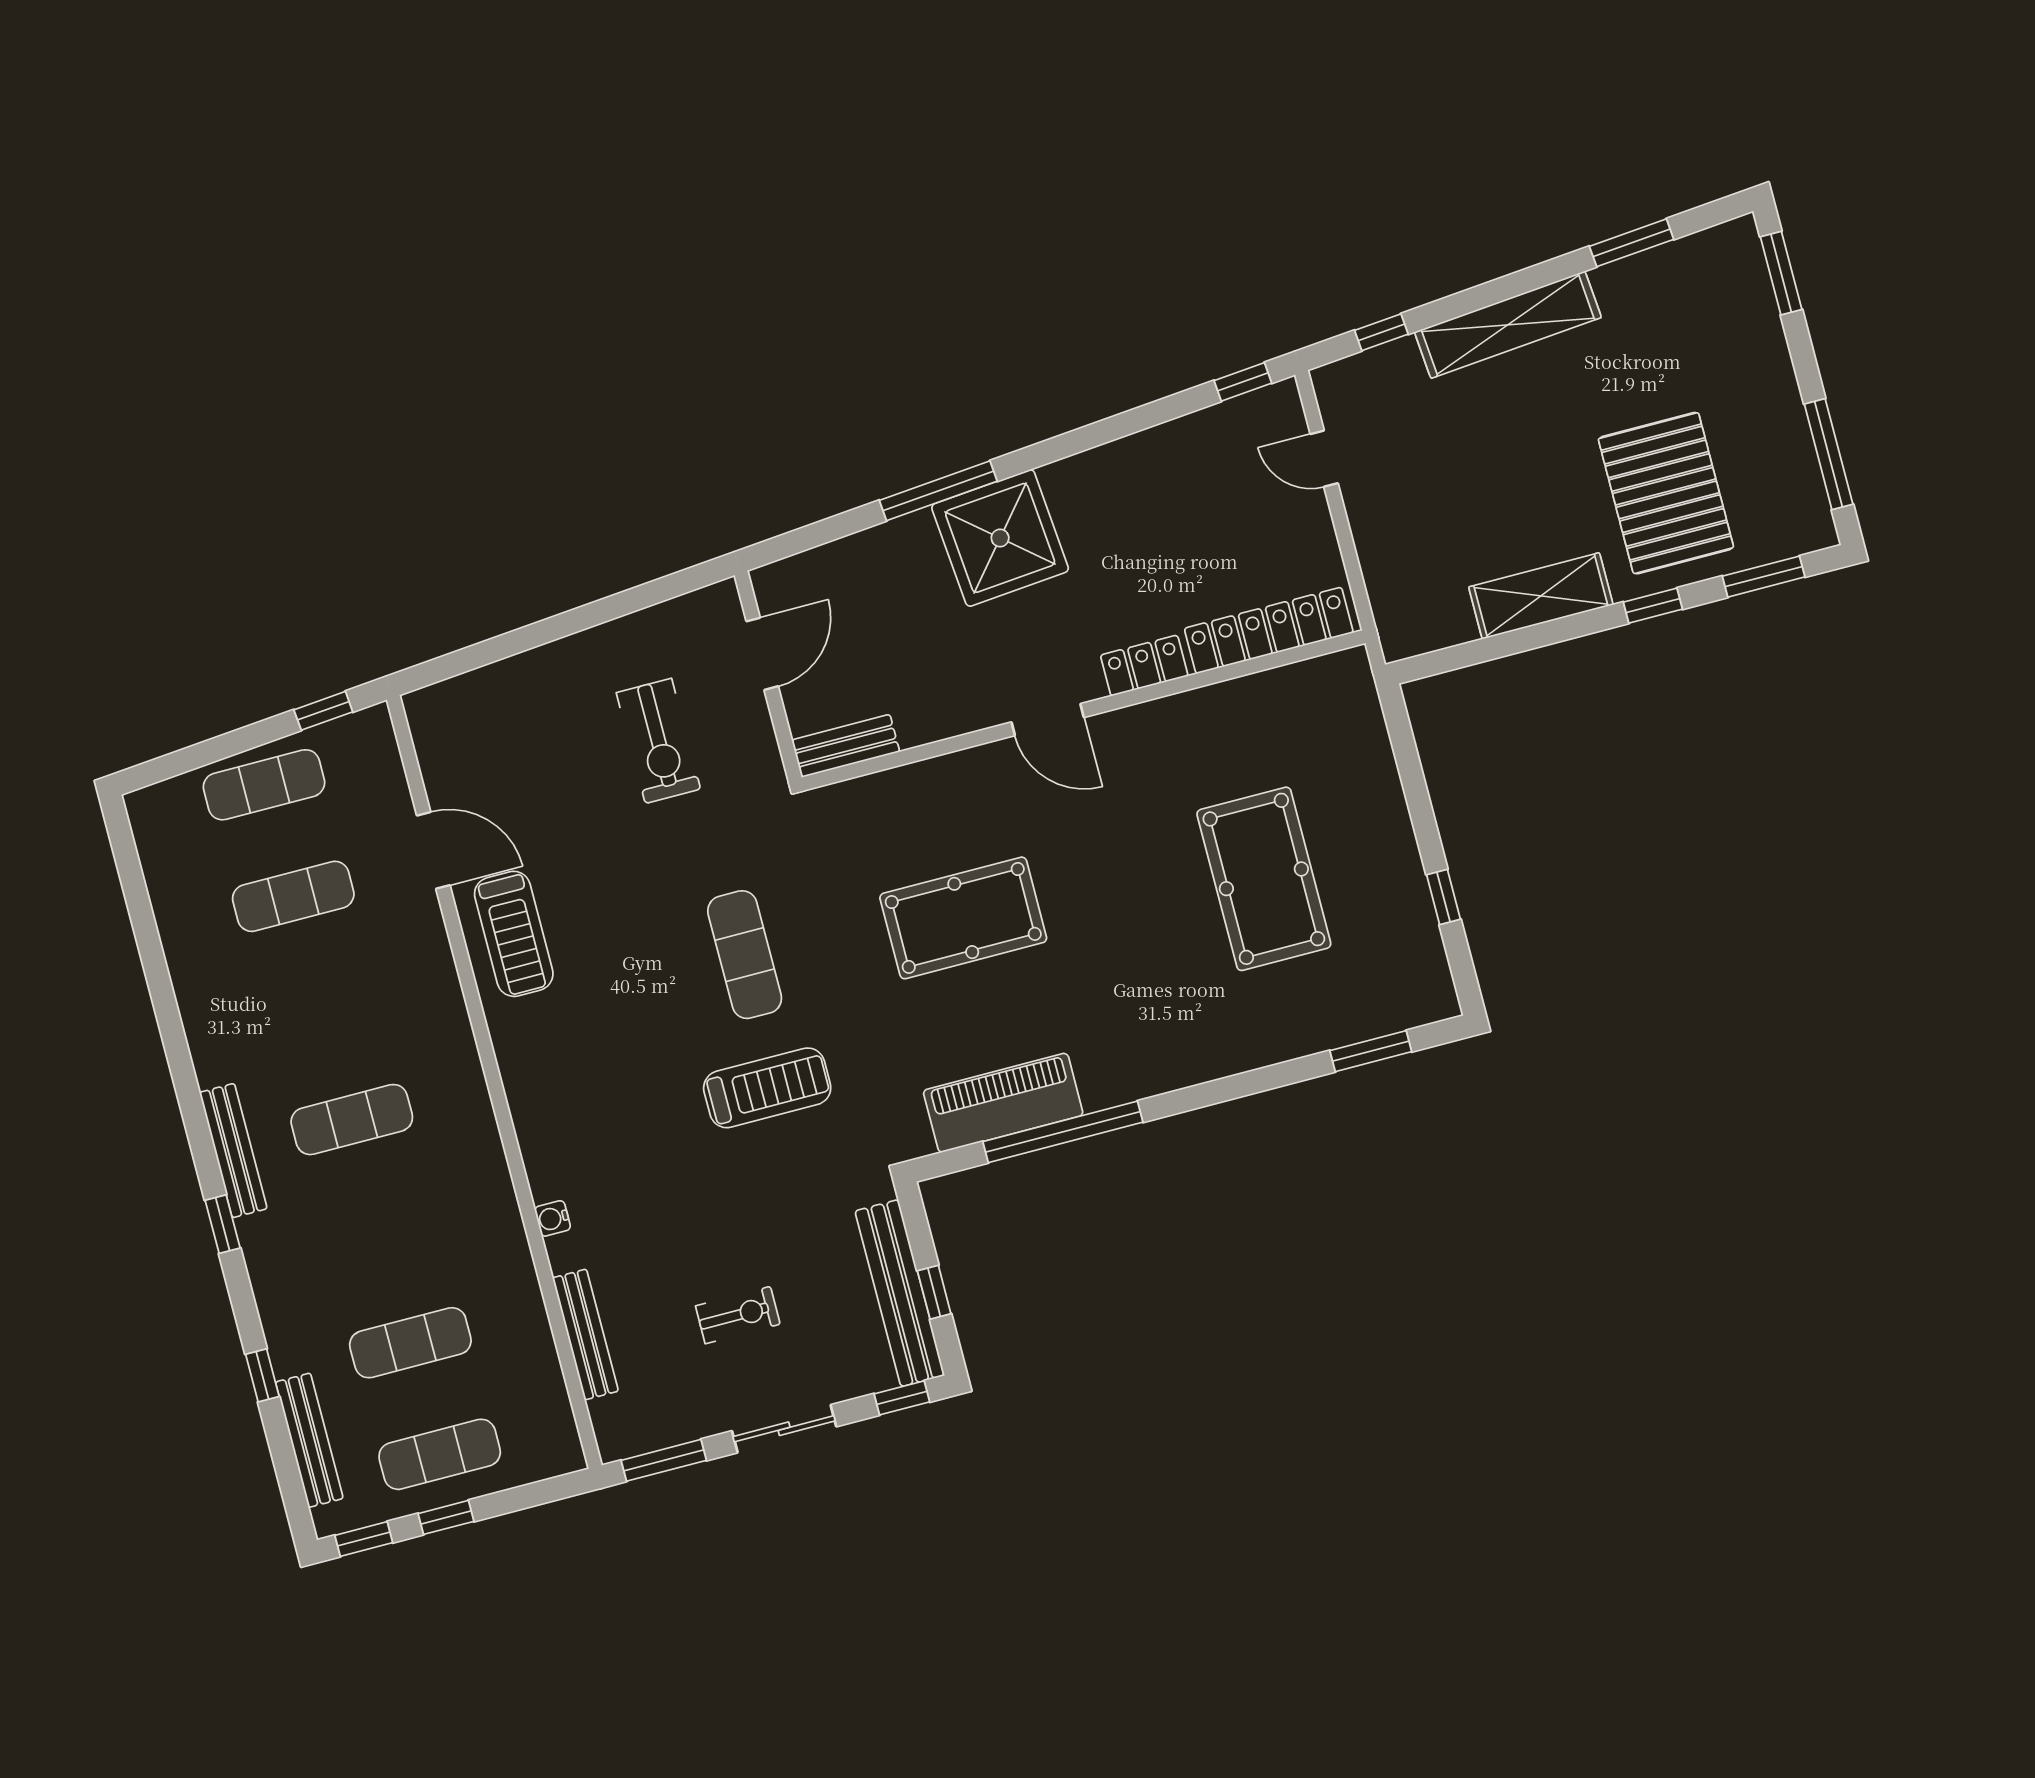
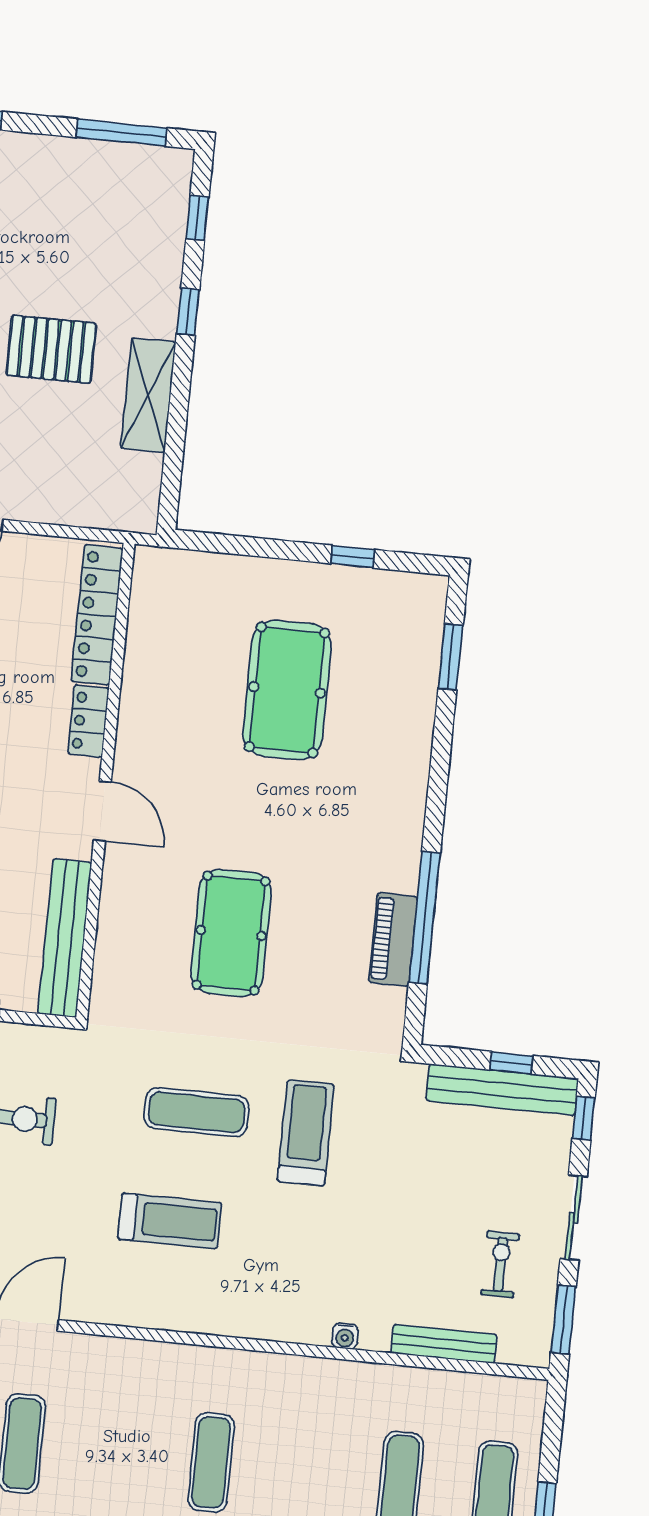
pallet: (1666, 493) -> (51, 349), moved, width x0.73, depth x0.71
window: (1764, 577) -> (197, 218), width x0.67
door: (1048, 720) -> (102, 811), hinge flipped
bench: (846, 746) -> (65, 938), width x1.86, depth x1.21
pool table: (1264, 879) -> (287, 690), turned 90
treadmill: (514, 934) -> (170, 1221), moved
piano: (1003, 1103) -> (393, 940), width x0.73, depth x0.75
exercise bike: (738, 1315) -> (500, 1264), moved

